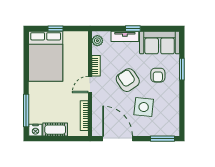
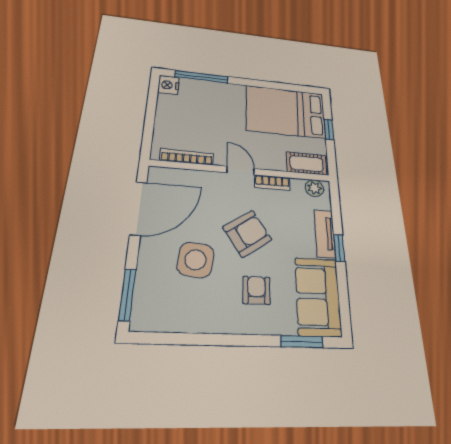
window: (182, 69) -> (302, 342), moved
armchair: (158, 75) -> (257, 290), turned 90
cot: (55, 130) -> (307, 164), moved, turned 90

